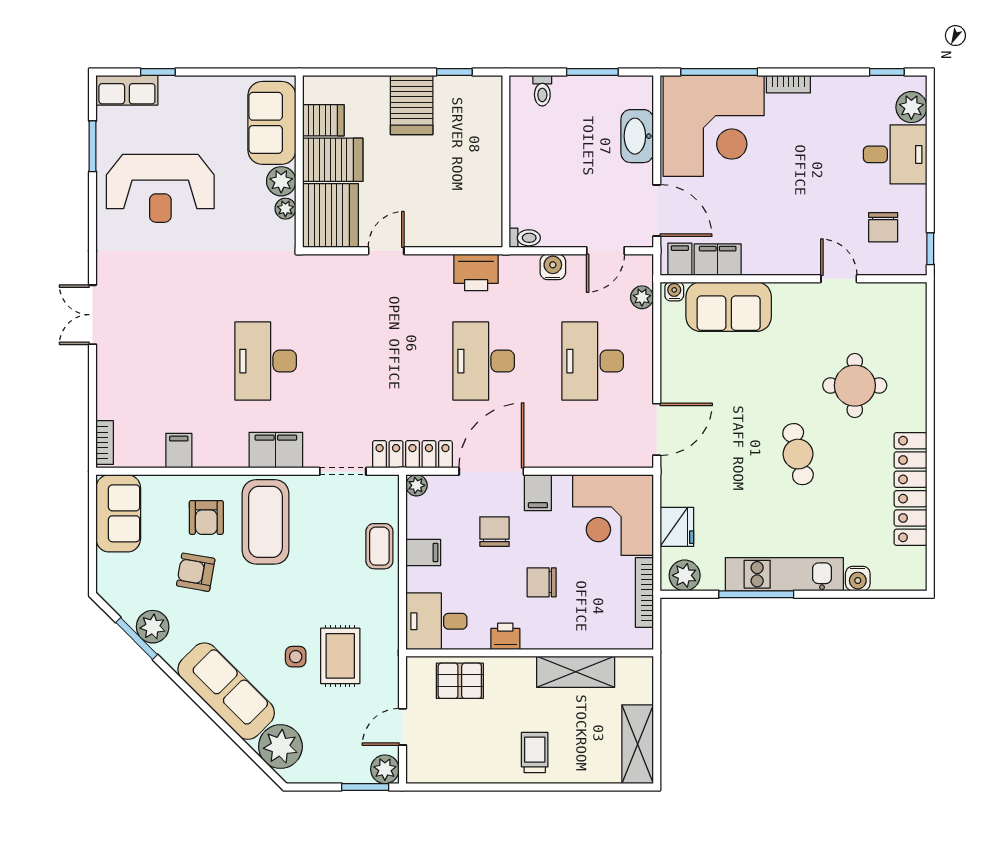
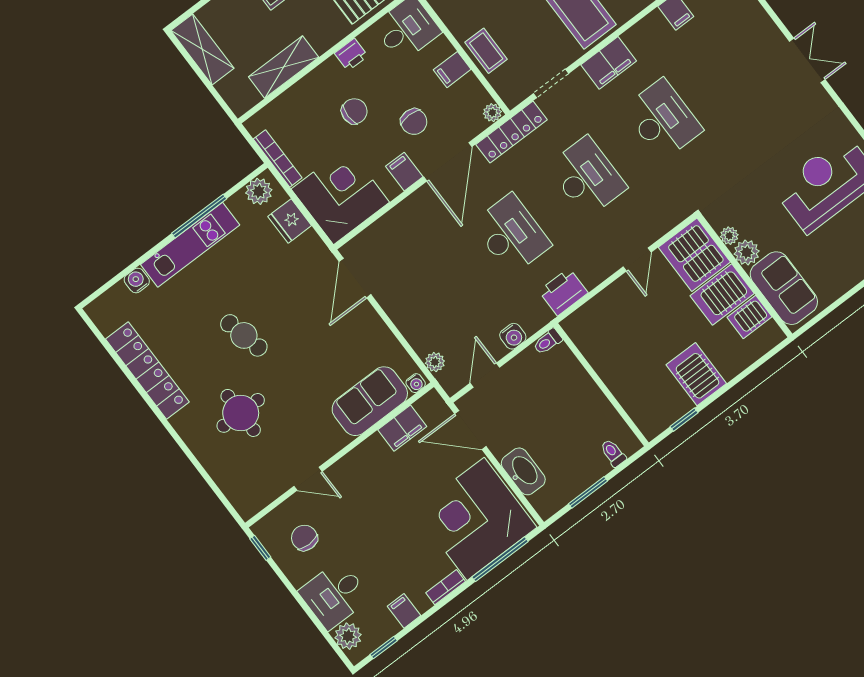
filing cabinet: (680, 259) -> (404, 611), moved, turned 180
desk: (593, 361) -> (587, 177), moved

